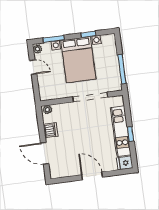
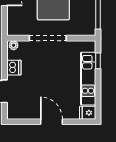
doorway: (90, 97) -> (48, 38), moved
window: (131, 134) -> (98, 61), moved

